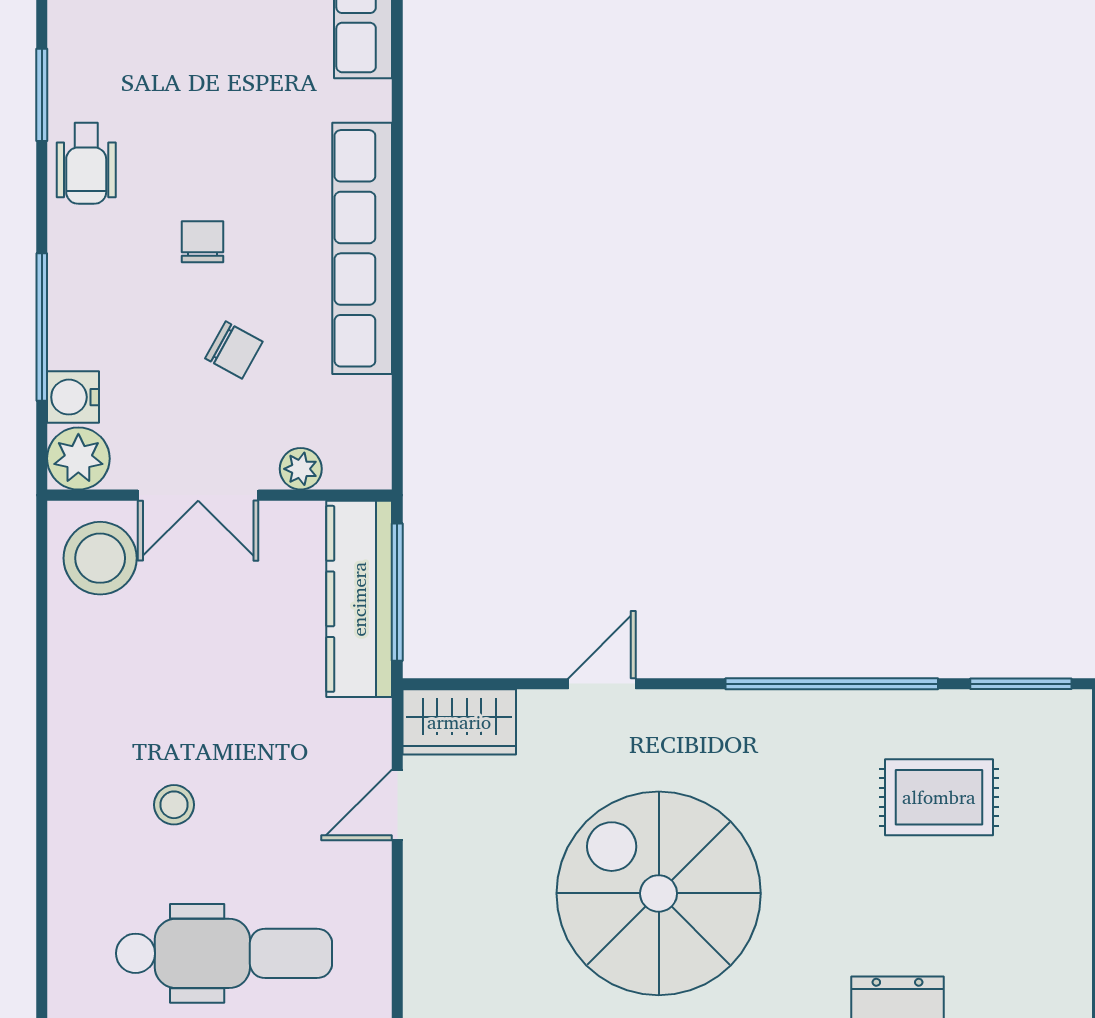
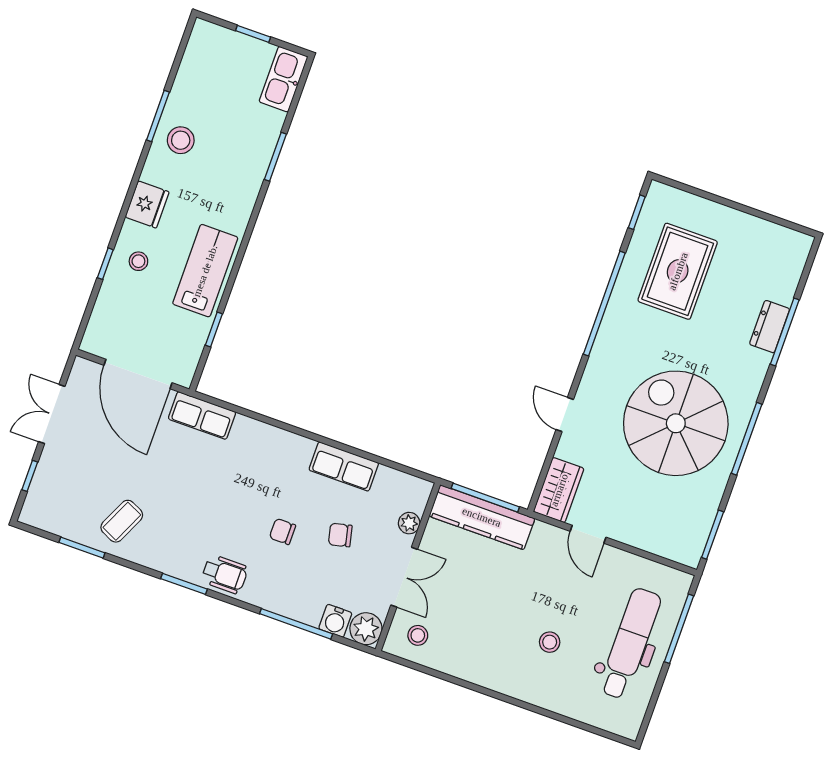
row of seats: (362, 248) -> (344, 466), width x0.50
chair: (234, 350) -> (340, 535), turned -132
stool: (100, 558) -> (418, 635), width x0.53, depth x0.53
window: (1021, 684) -> (637, 212), width x0.67
rug: (939, 797) -> (678, 271), width x1.36, depth x1.43
spiral stairs: (659, 893) -> (676, 423), turned 90

